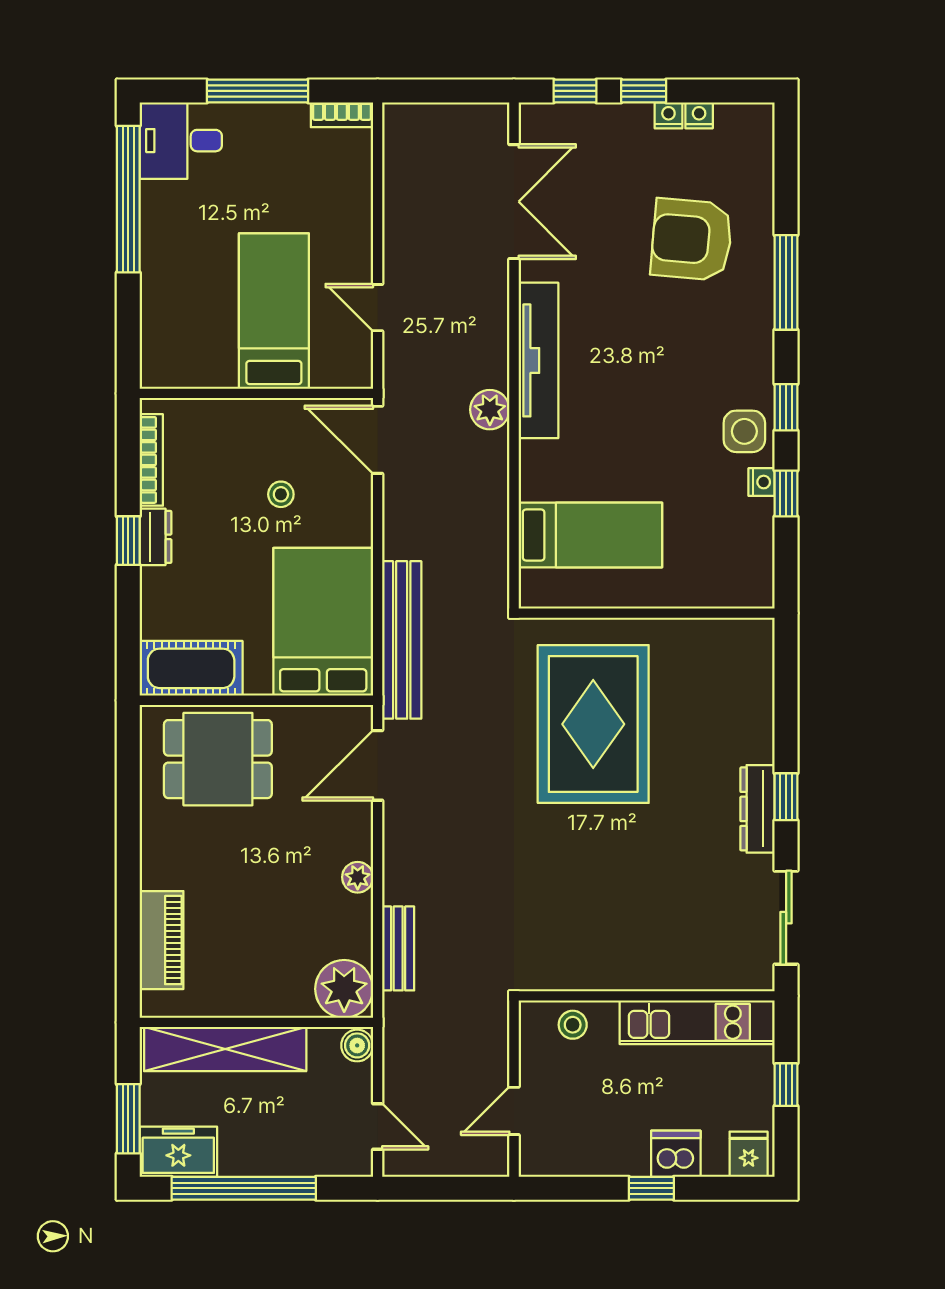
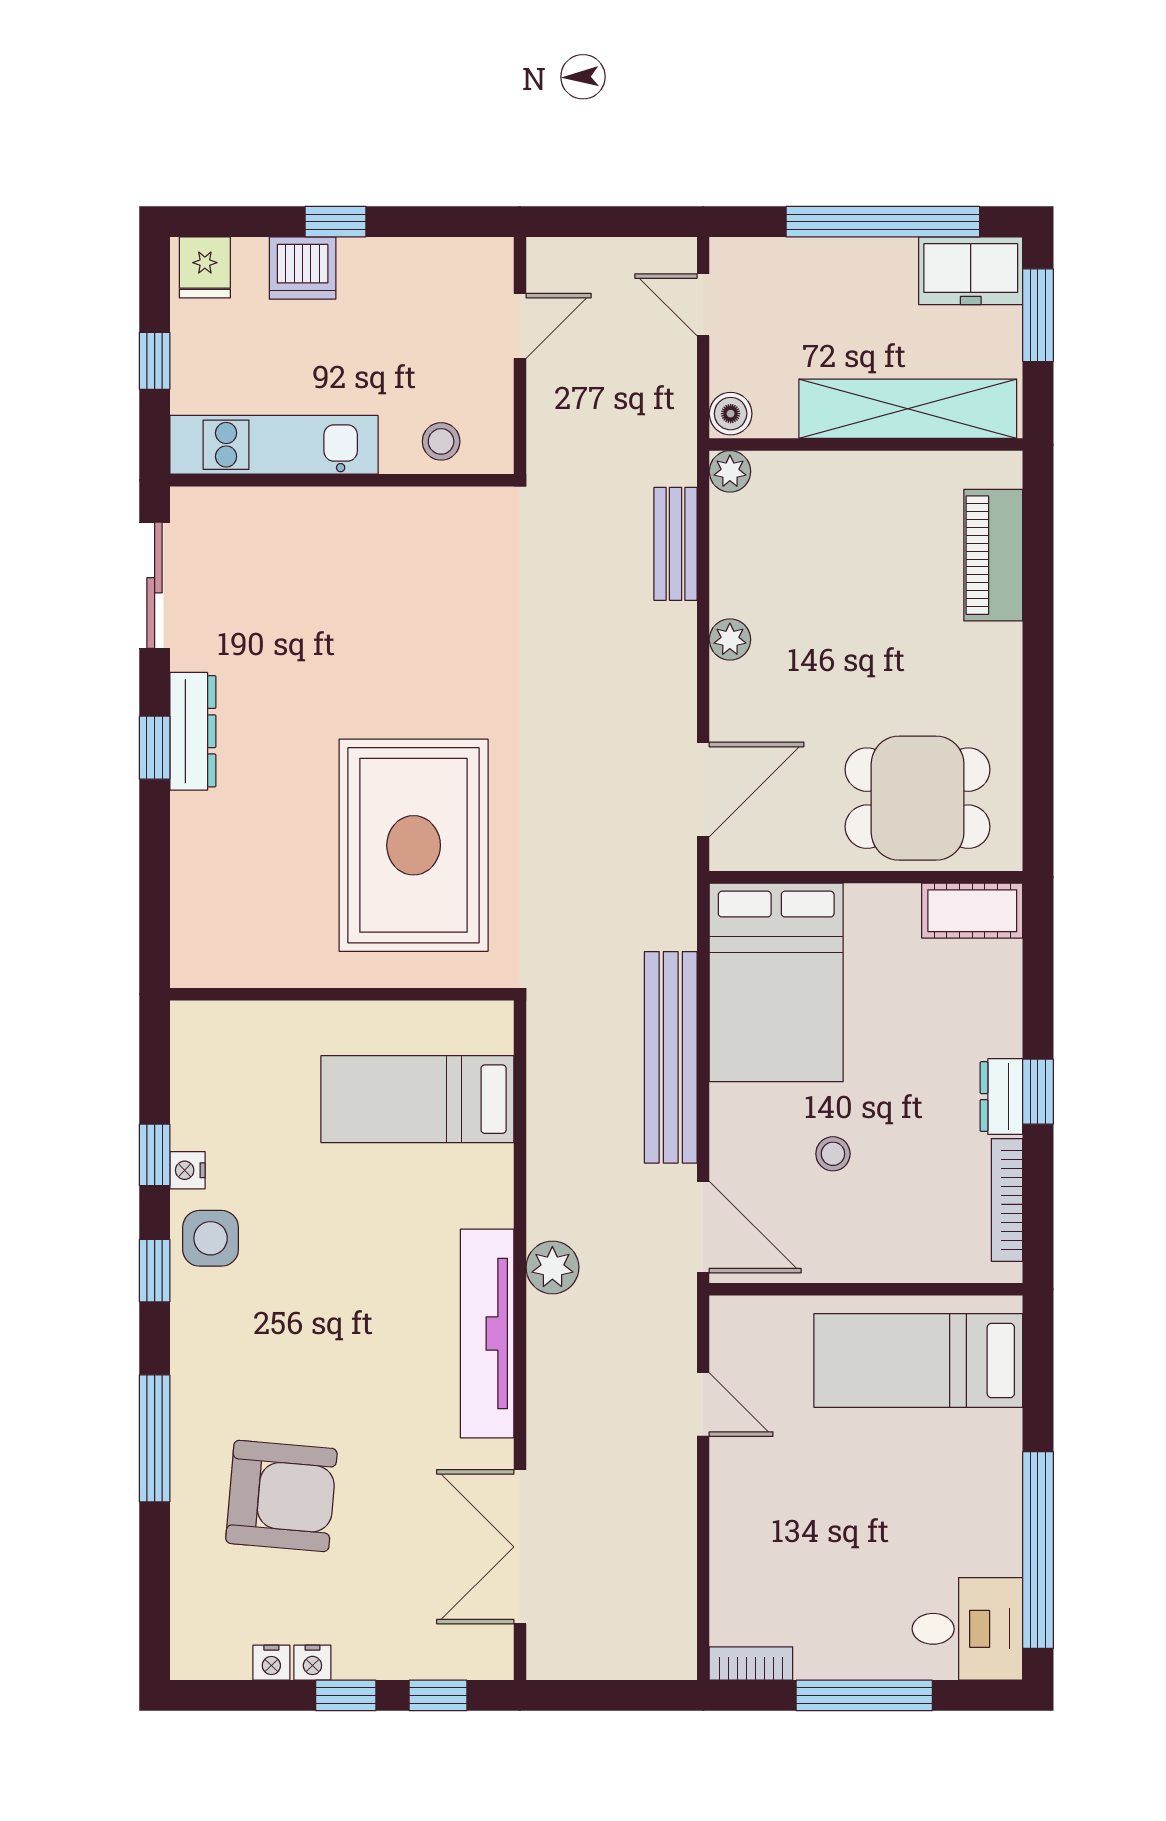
bed: (274, 311) -> (918, 1360), moved, turned 90
bench: (402, 640) -> (671, 1057), moved
cot: (191, 668) -> (972, 911), width x0.73, depth x0.75
plant: (344, 989) -> (730, 471), width x0.53, depth x0.53

